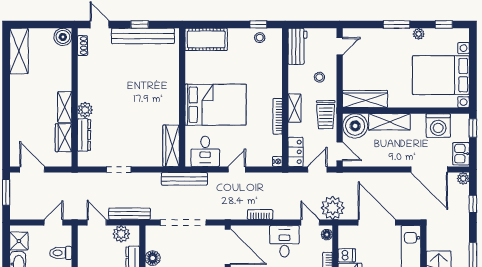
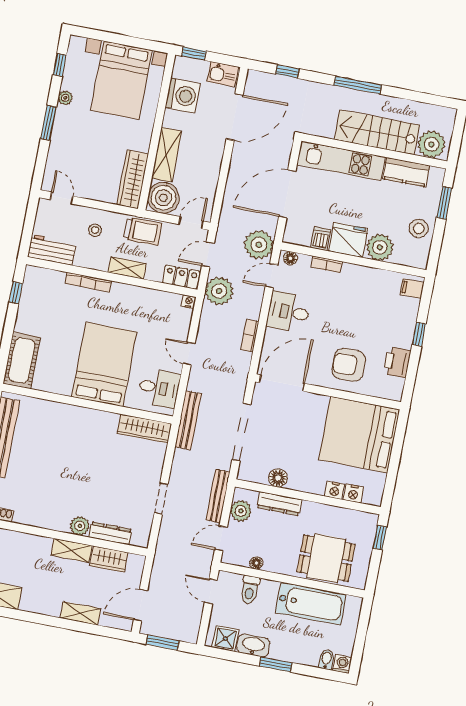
stool: (260, 38) -> (32, 294), removed
bookcase: (278, 116) -> (88, 282), moved
shelving: (17, 124) -> (81, 613), added
door: (317, 169) -> (208, 254), hinge flipped
plant: (463, 178) -> (219, 291), moved, width x1.87, depth x1.87
floor lamp: (83, 254) -> (256, 563), added

